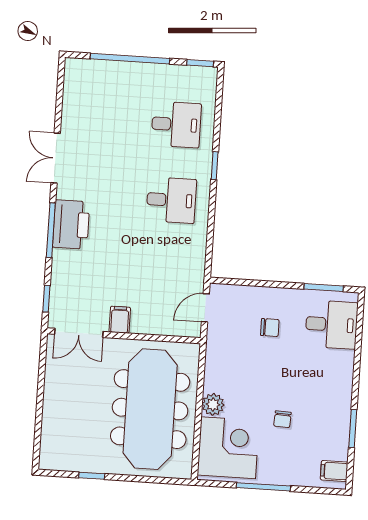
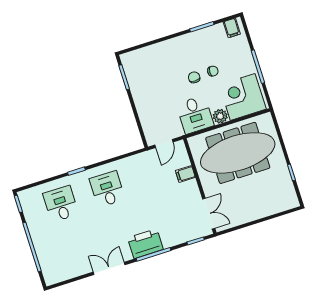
double door: (56, 158) -> (109, 268), swing flipped
door: (205, 308) -> (164, 143), hinge flipped
filing cabinet: (120, 320) -> (185, 174), moved
desk: (331, 325) -> (195, 115), moved, turned 180
chair: (270, 328) -> (194, 77), moved

